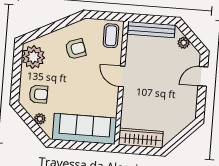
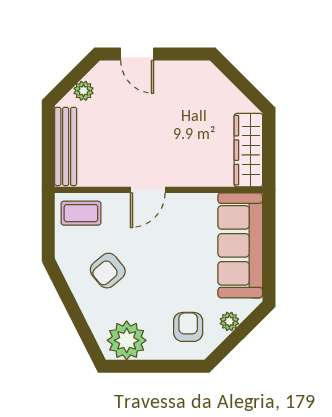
armchair: (76, 49) -> (108, 271), turned -111

